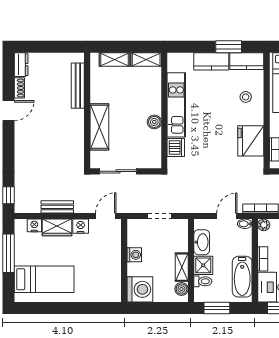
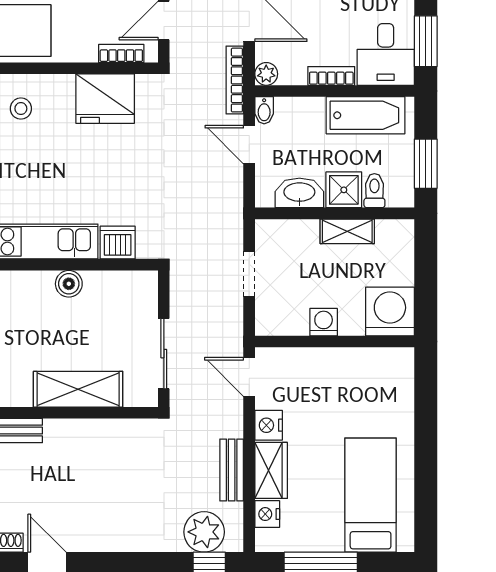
plant: (25, 192) -> (204, 532), added
boiler: (181, 289) -> (389, 232), removed

